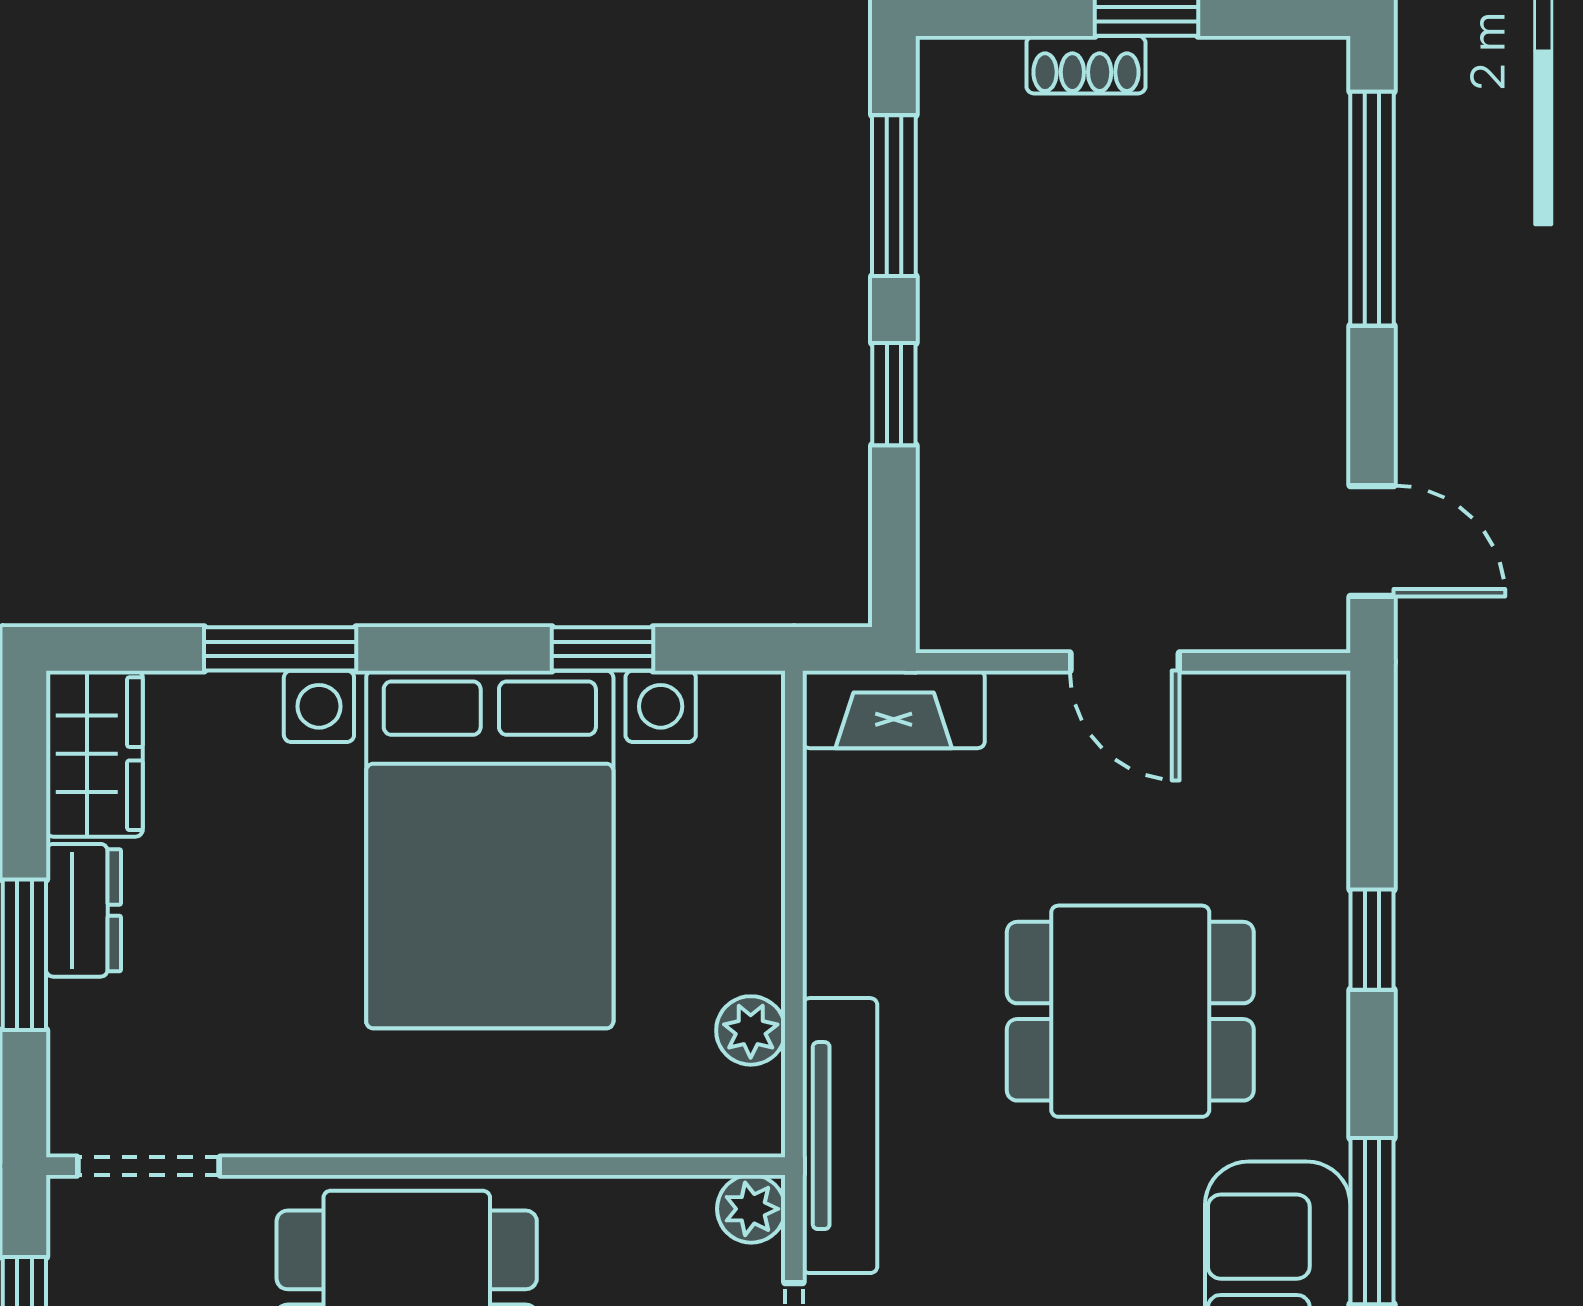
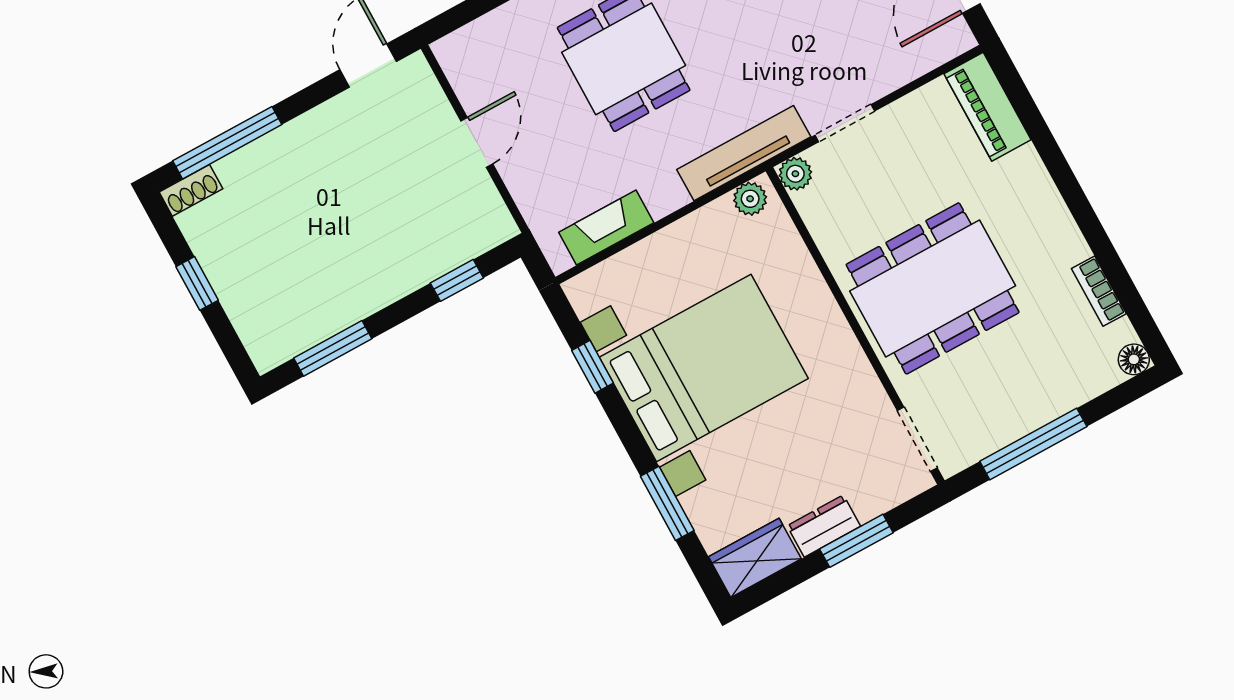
shoe rack: (1086, 65) -> (191, 190), moved, turned 90
window: (894, 394) -> (457, 280), moved
fireplace: (894, 709) -> (606, 228), moved, turned -90
plant: (751, 1030) -> (750, 199), moved

